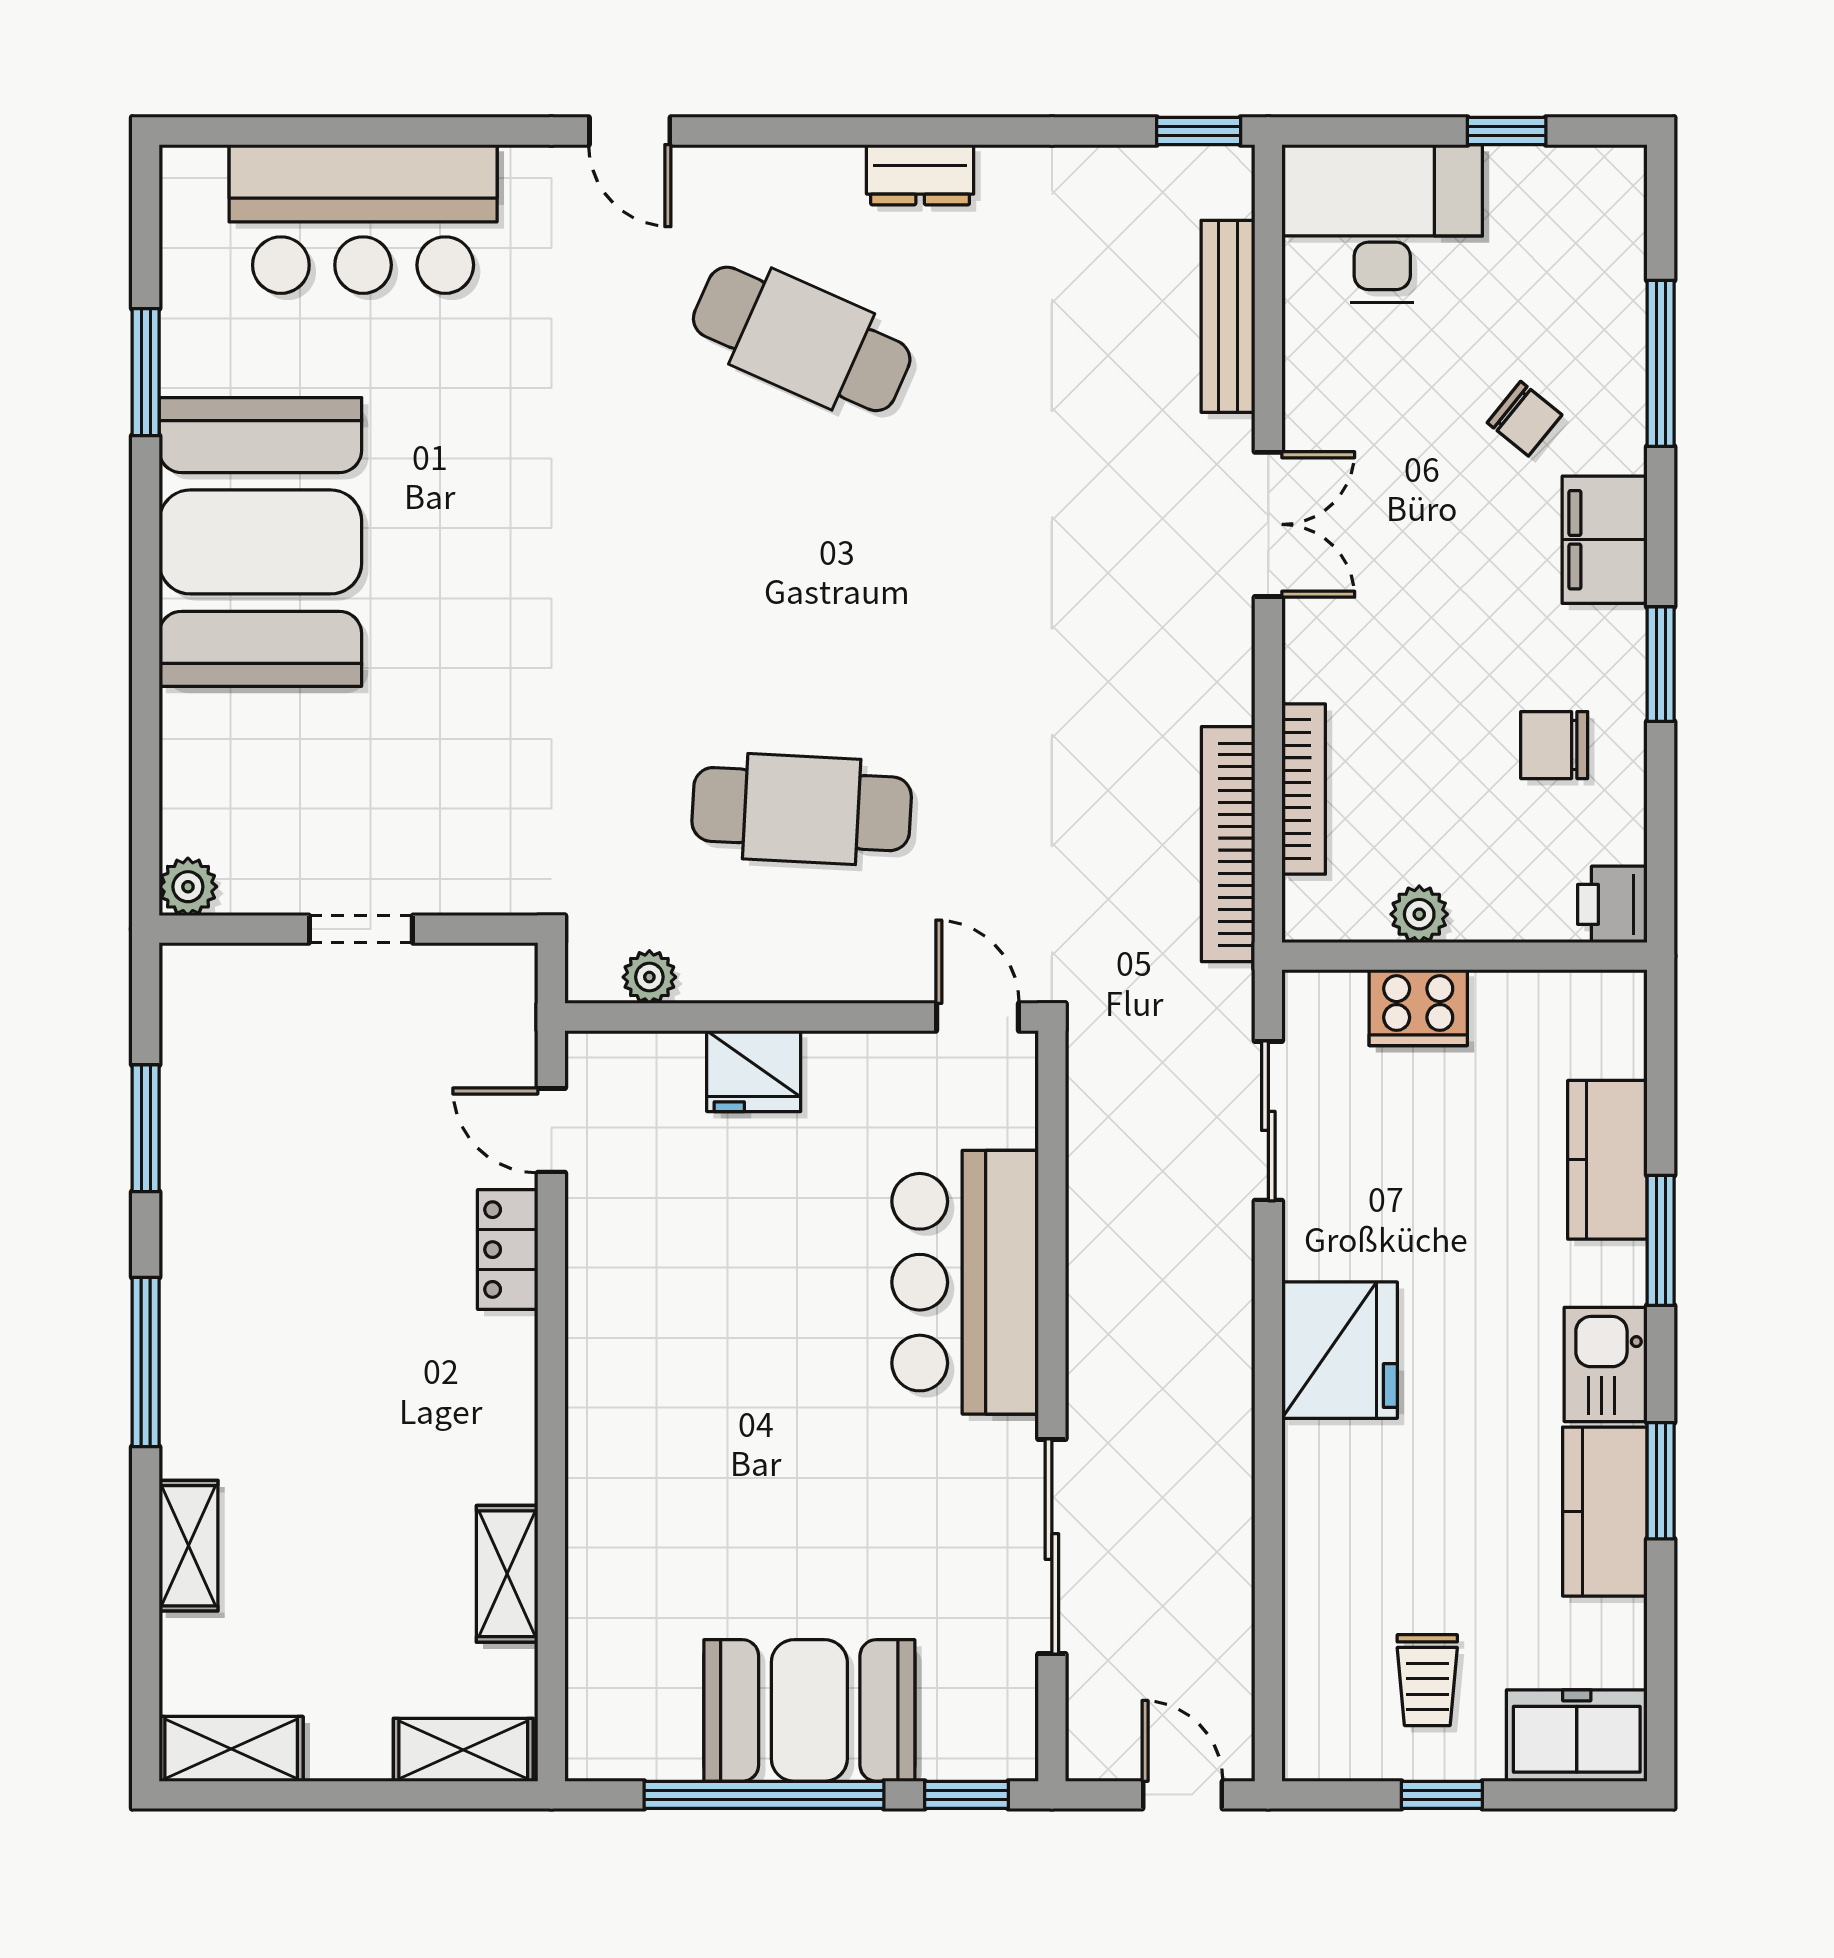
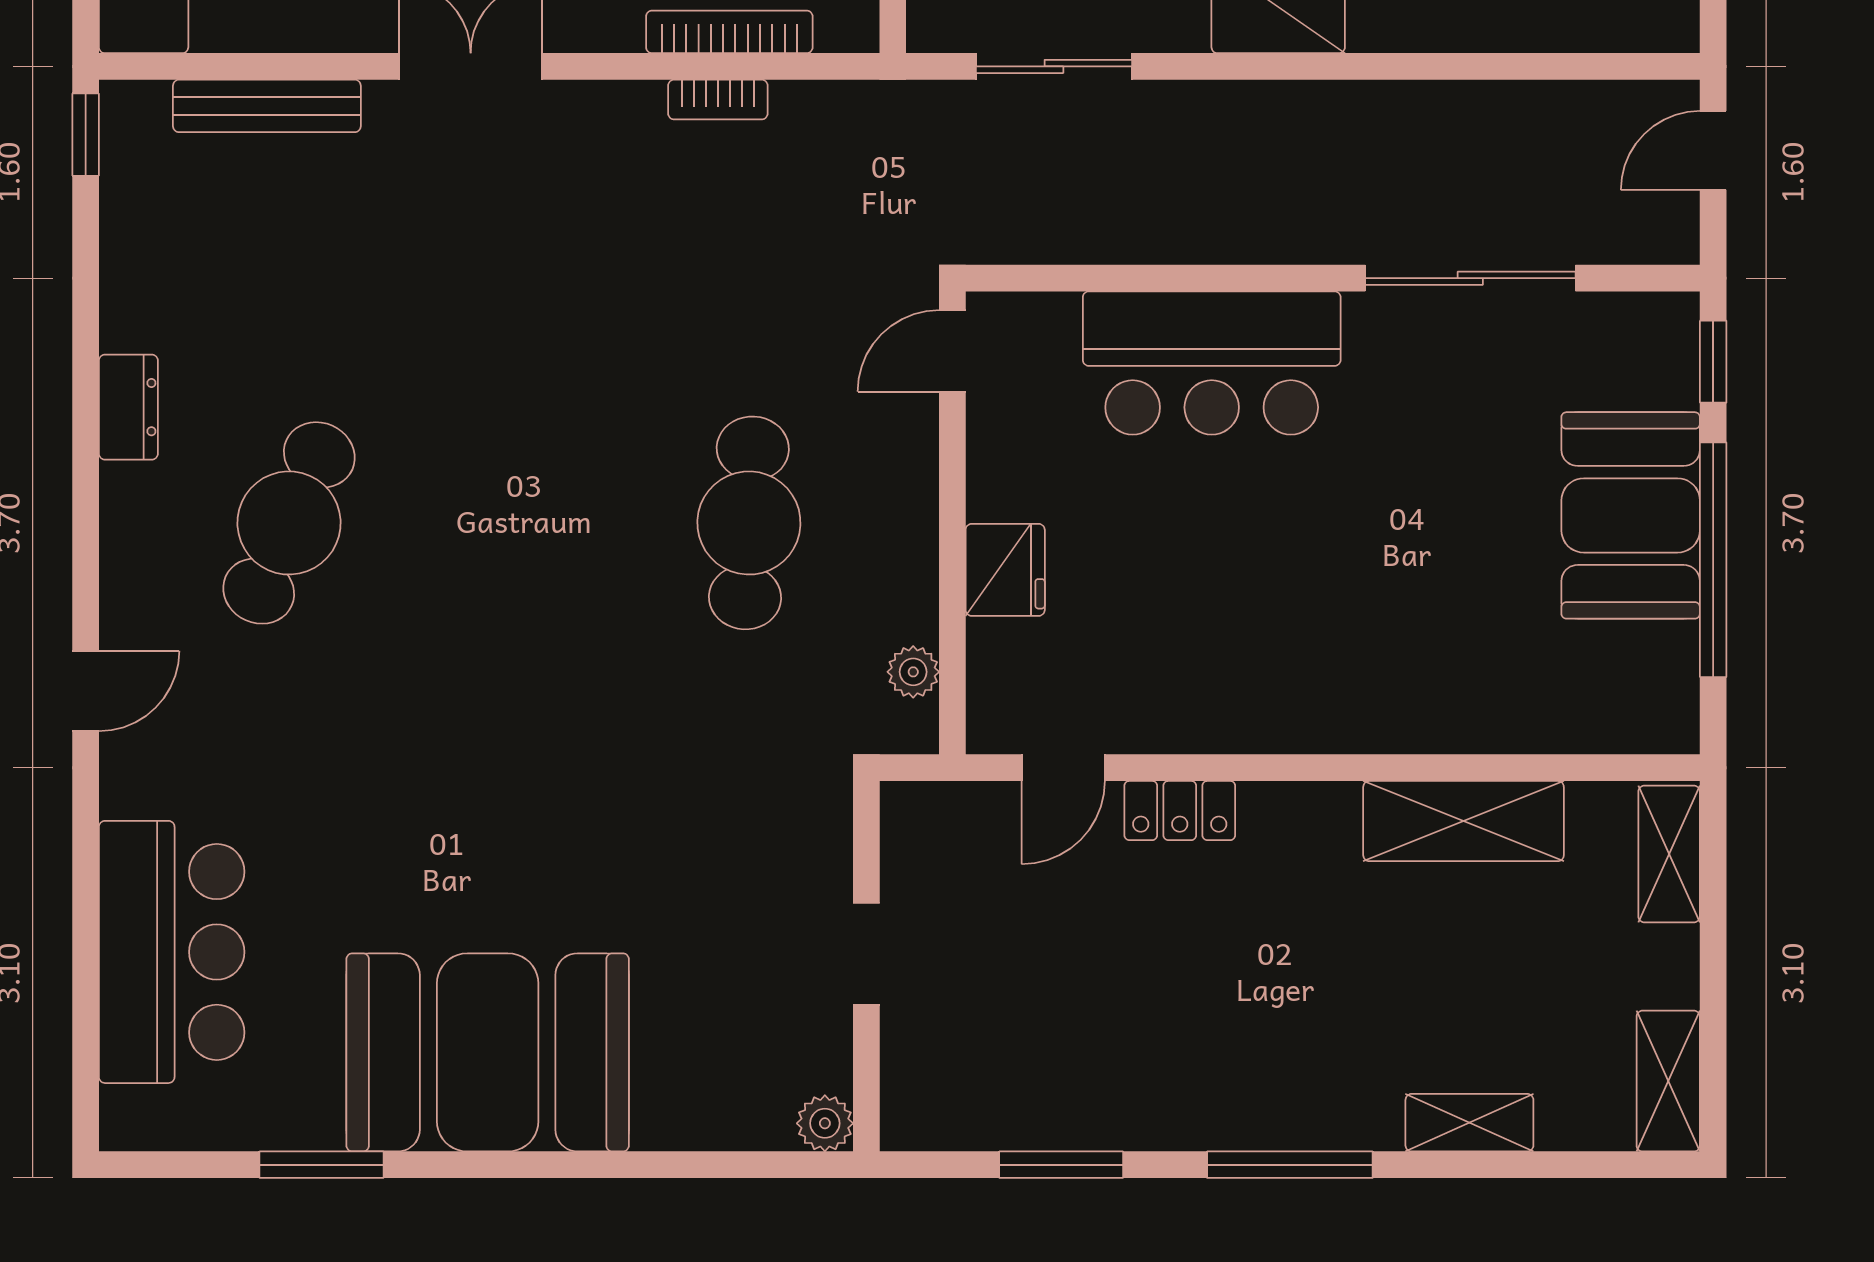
bookcase: (1228, 844) -> (718, 100), width x0.43, depth x0.76
shelving: (507, 1574) -> (1464, 821), width x1.50, depth x1.33

